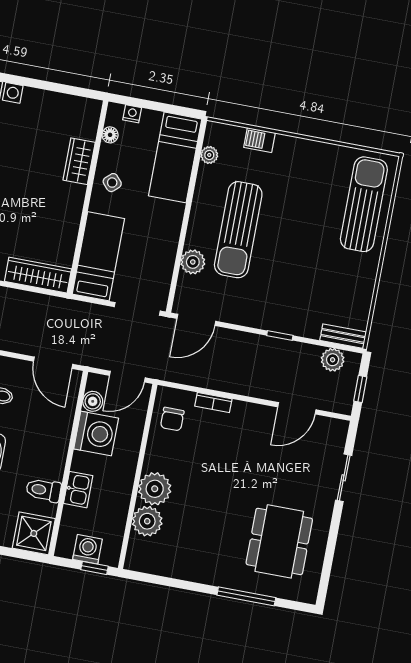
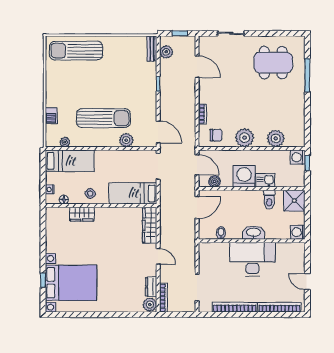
washing machine: (96, 433) -> (244, 176), moved
plant: (155, 489) -> (245, 138), moved
washing machine: (87, 549) -> (298, 157), moved

